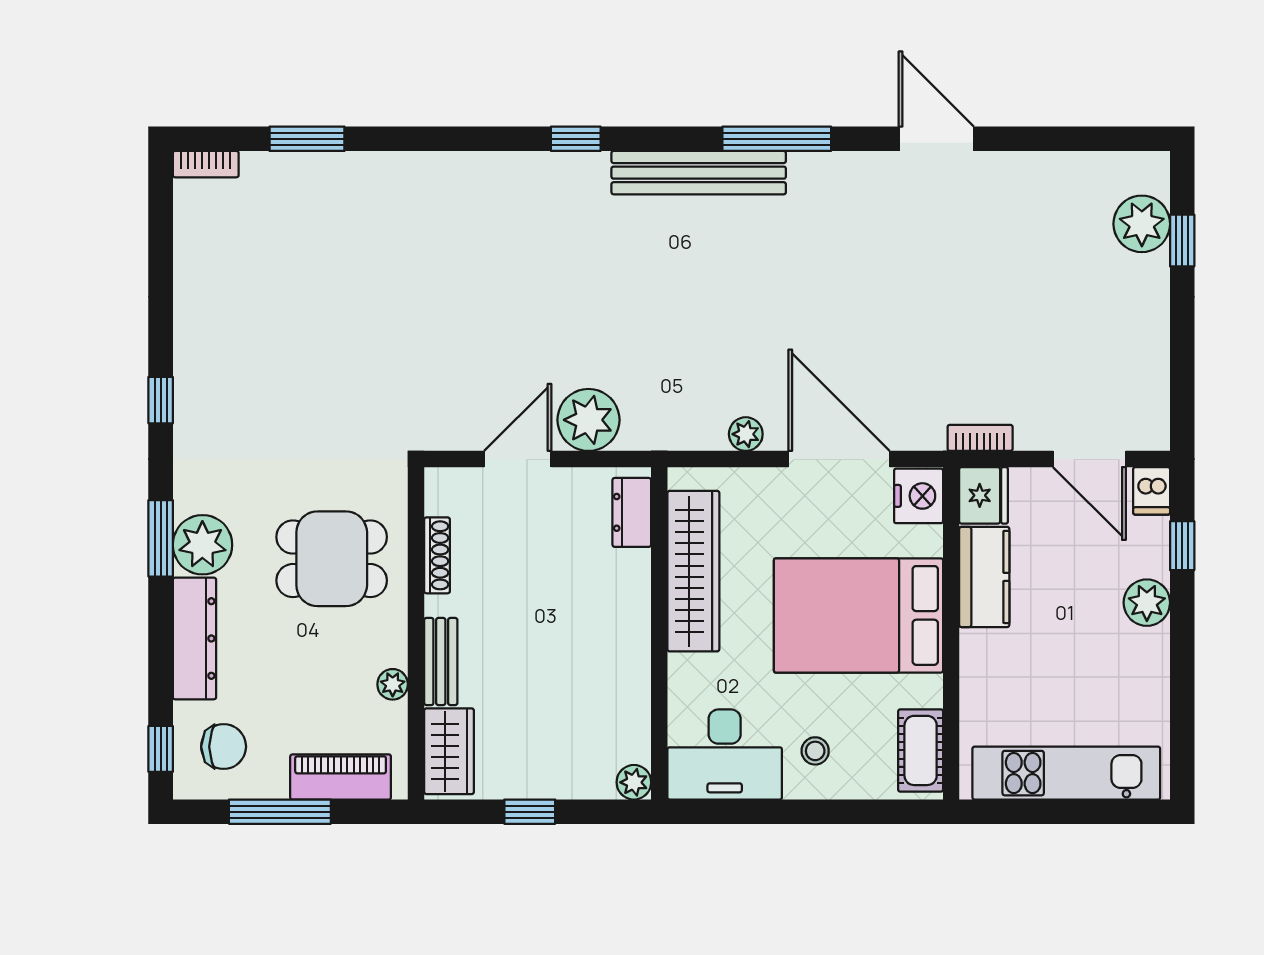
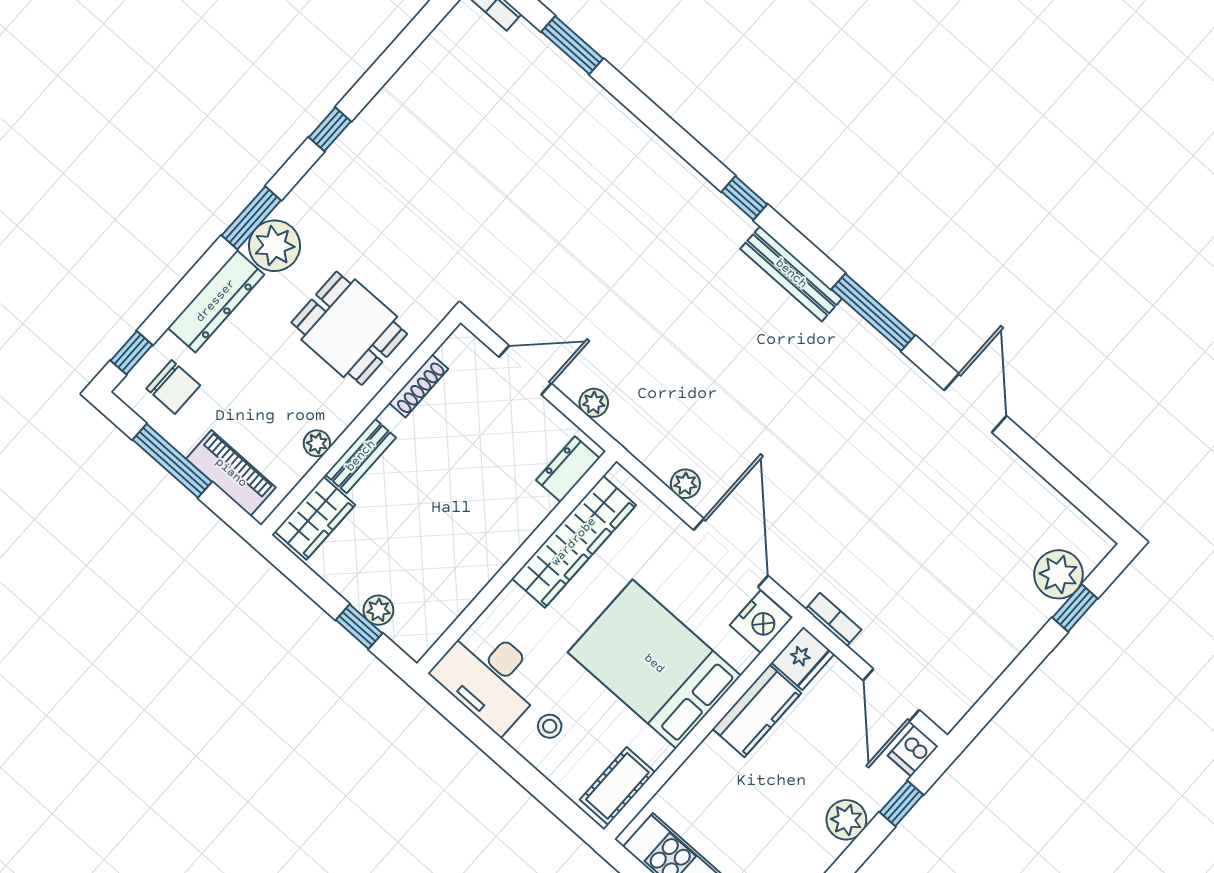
bench: (699, 173) -> (791, 274), width x0.73, depth x0.82
plant: (588, 420) -> (594, 403), width x0.53, depth x0.53
plant: (634, 782) -> (378, 610), moved
window: (530, 812) -> (359, 627), moved

